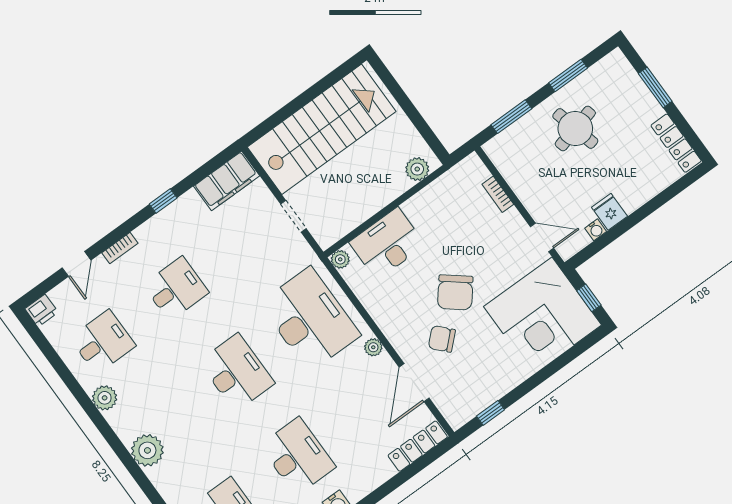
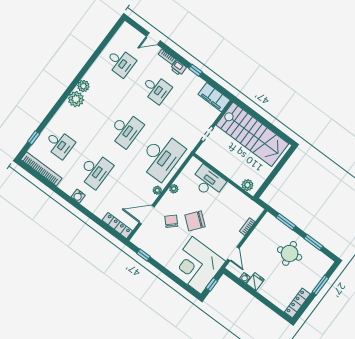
plant: (340, 259) -> (174, 189), moved
printer: (42, 311) -> (178, 68), moved
plant: (105, 398) -> (83, 86), moved

